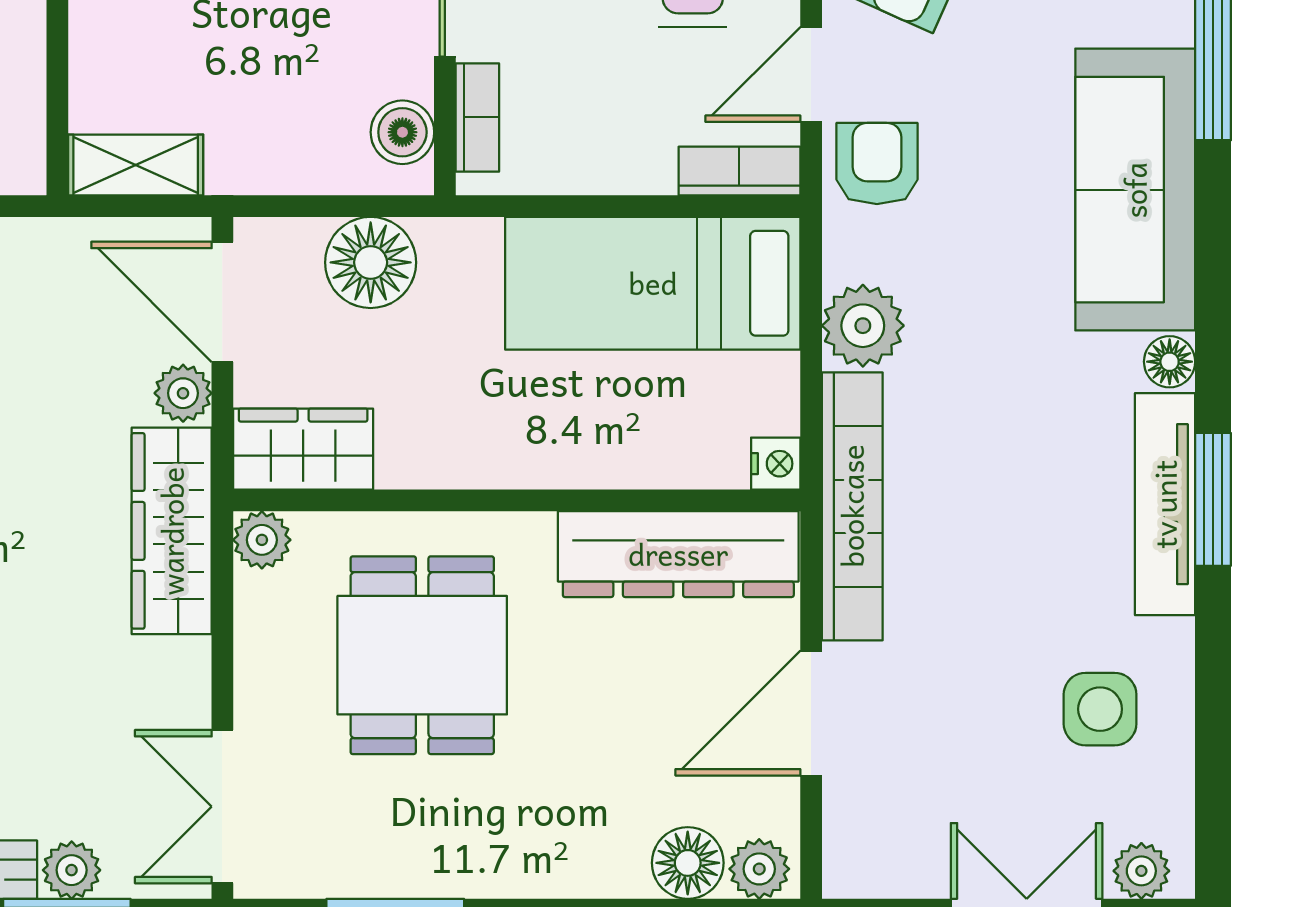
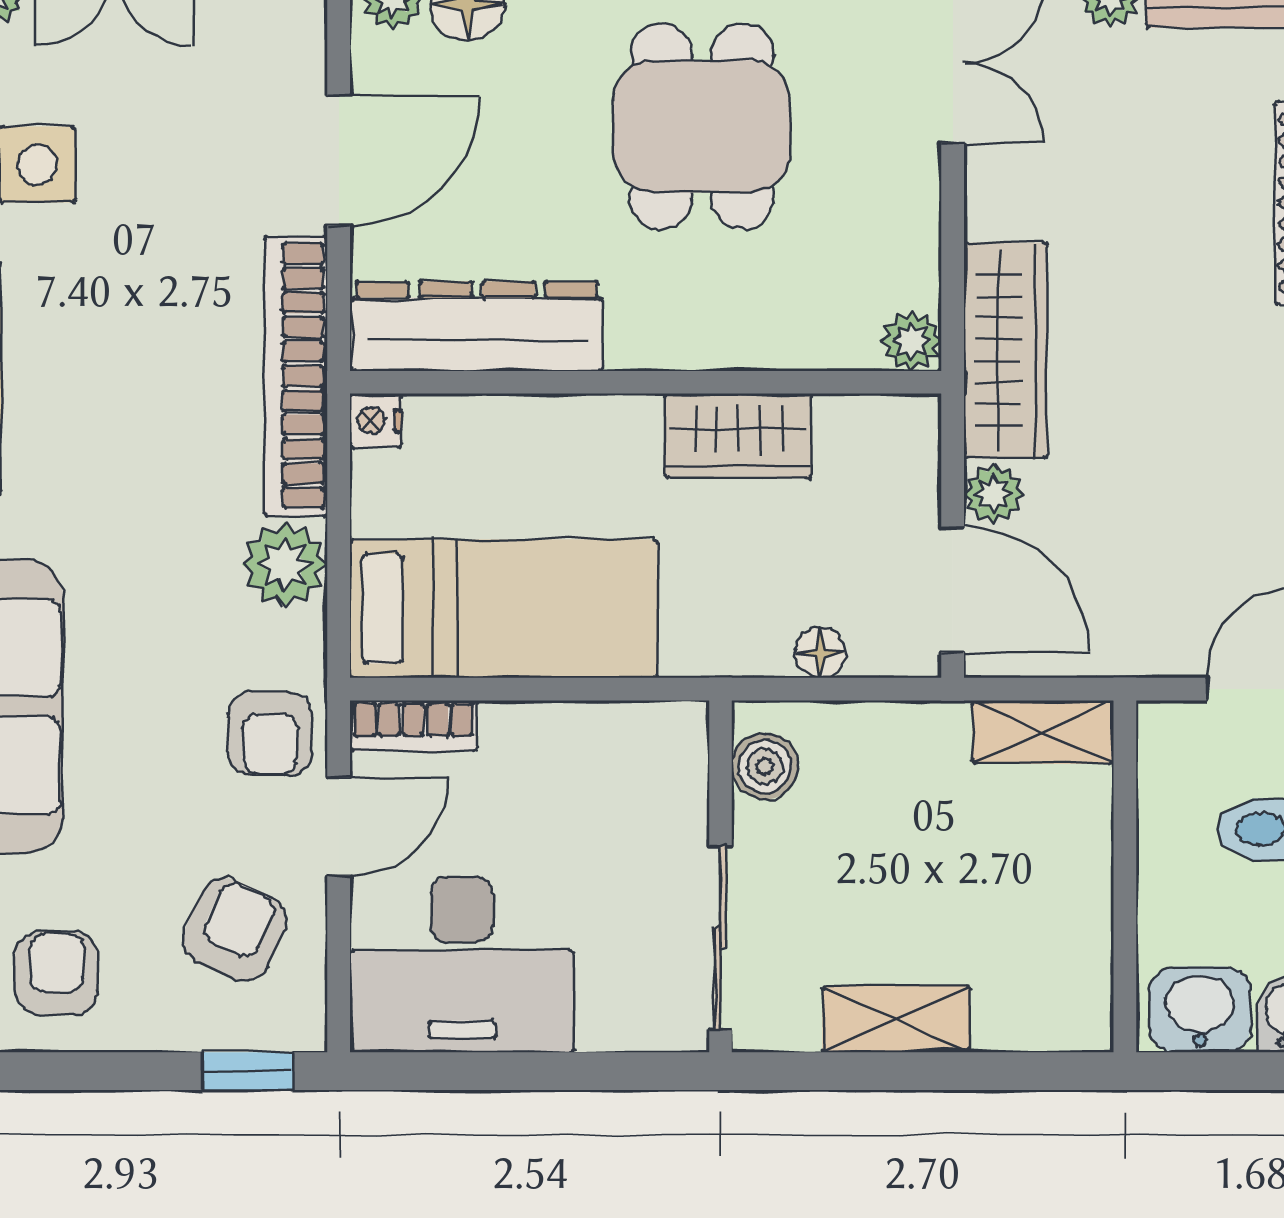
bookcase: (477, 117) -> (687, 782), removed
floor lamp: (371, 262) -> (820, 653), width x0.53, depth x0.53
wardrobe: (303, 449) -> (738, 436), moved
dining table: (422, 655) -> (702, 126), moved

